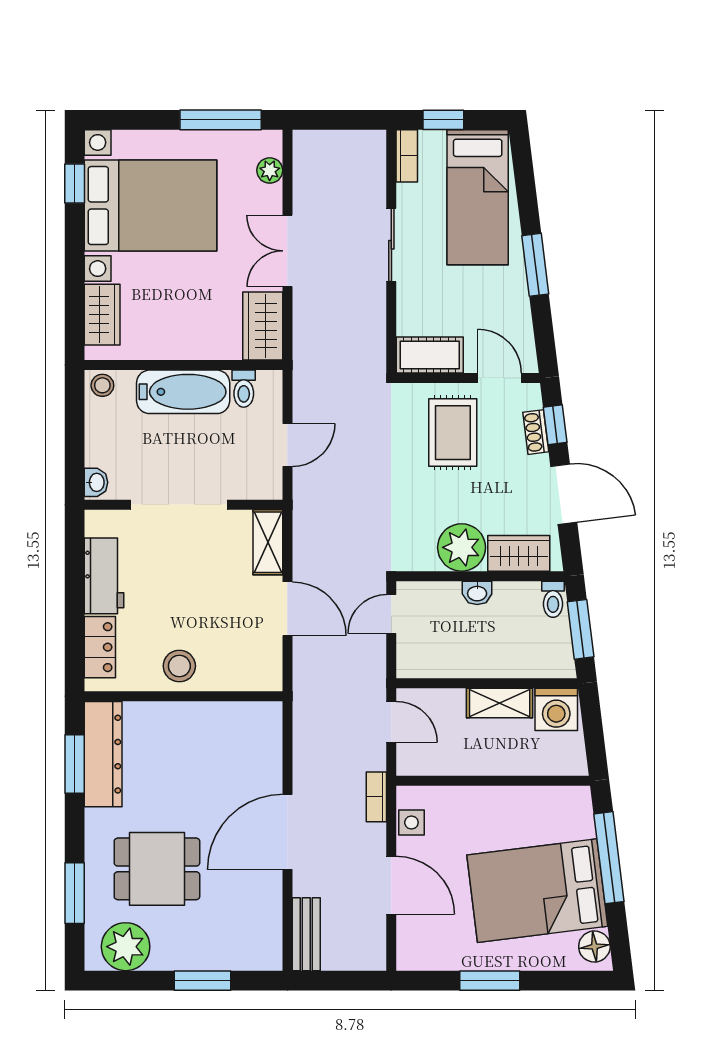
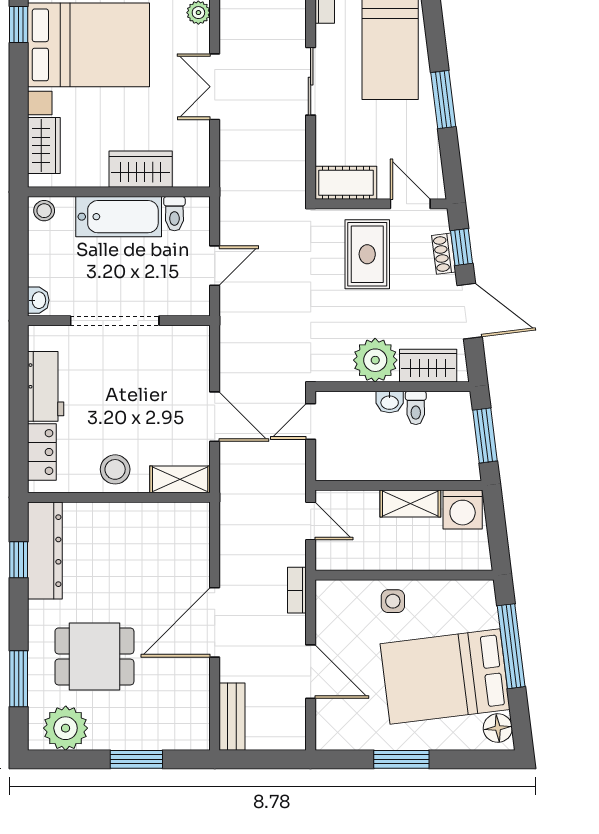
wardrobe: (263, 326) -> (141, 169), moved, turned 90
shelving: (268, 542) -> (180, 479), moved, turned 90
toilet: (553, 599) -> (416, 408), moved
window: (75, 764) -> (19, 560), width x0.67
side table: (411, 823) -> (393, 601), moved

